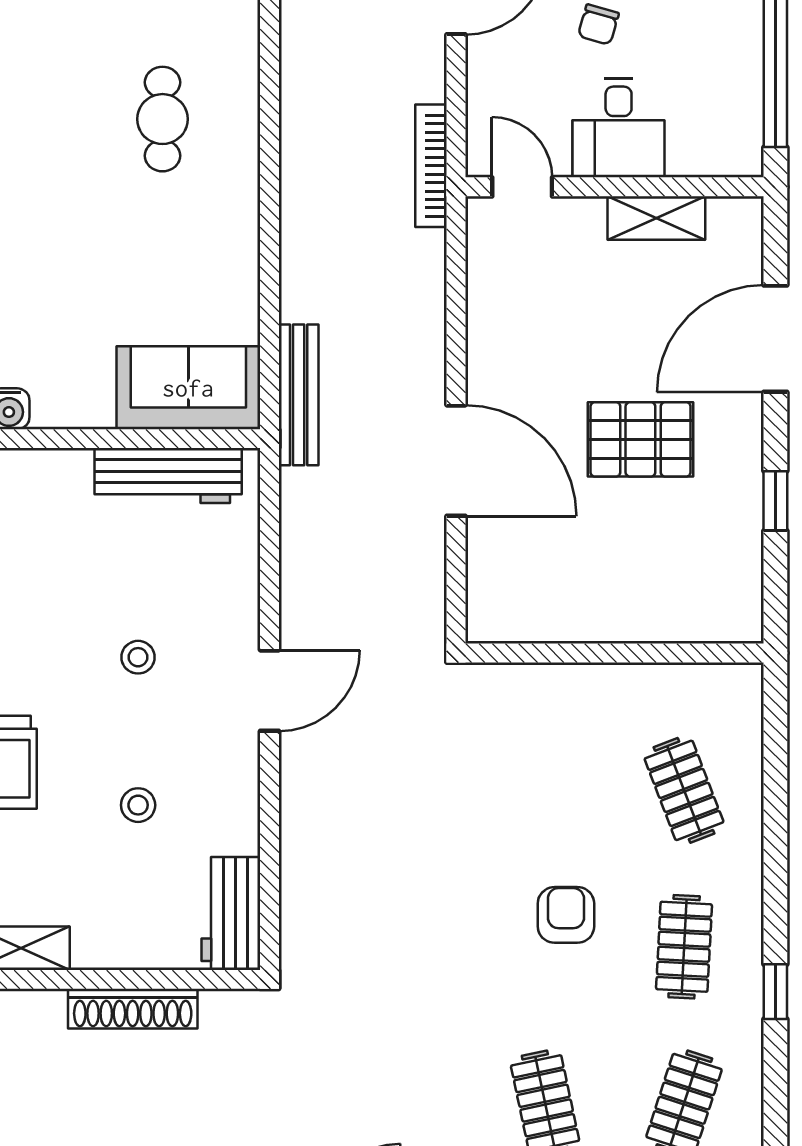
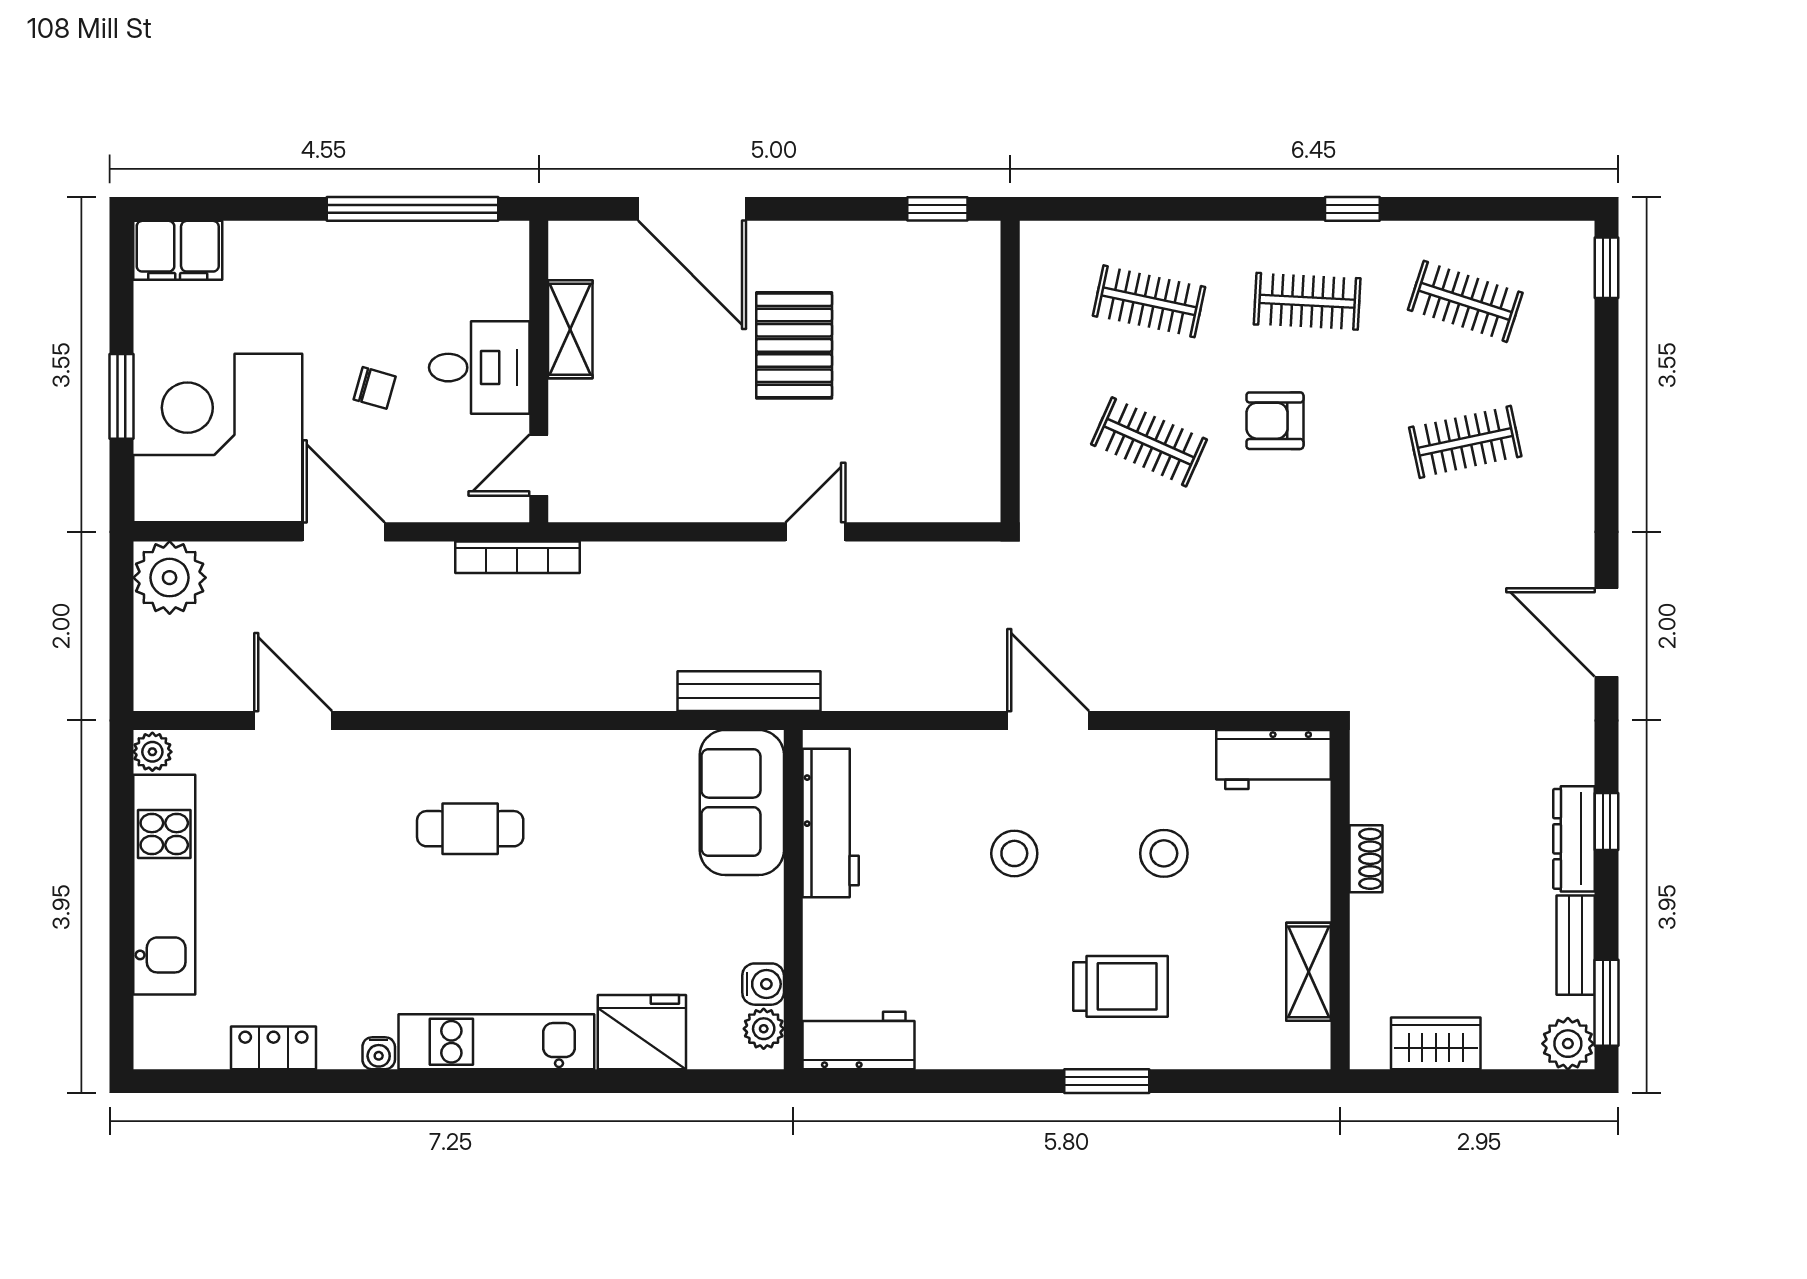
door: (456, 461) -> (815, 532), width x0.53
window: (775, 501) -> (937, 209), moved
stool: (138, 657) -> (1014, 853), width x1.37, depth x1.37
clothes rail: (545, 790) -> (1149, 442), added
clothes rail: (684, 790) -> (1149, 301), turned 33
stool: (138, 805) -> (1164, 853), width x1.37, depth x1.37
shoe rack: (133, 1009) -> (1366, 859), width x0.51, depth x0.81

